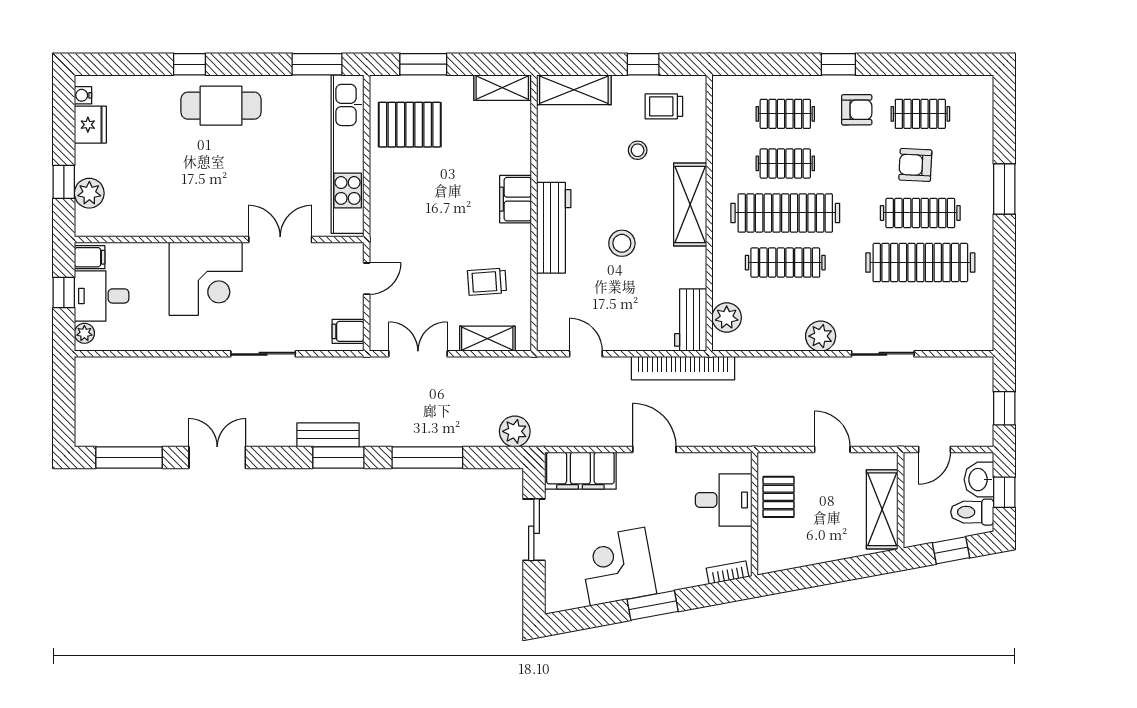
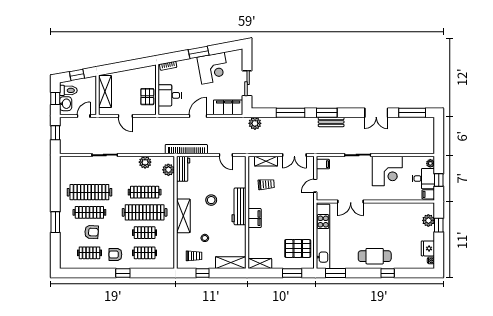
corner desk: (206, 279) -> (387, 171), moved, turned 180
plant: (821, 336) -> (145, 162), moved
door: (654, 449) -> (198, 116), swing flipped

